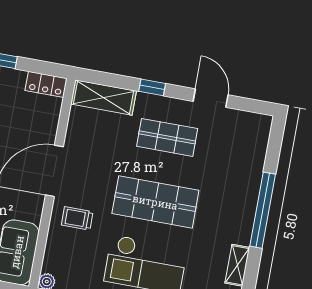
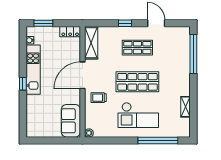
shelving: (104, 98) -> (91, 43), moved, turned 90
window: (263, 210) -> (193, 54), moved

